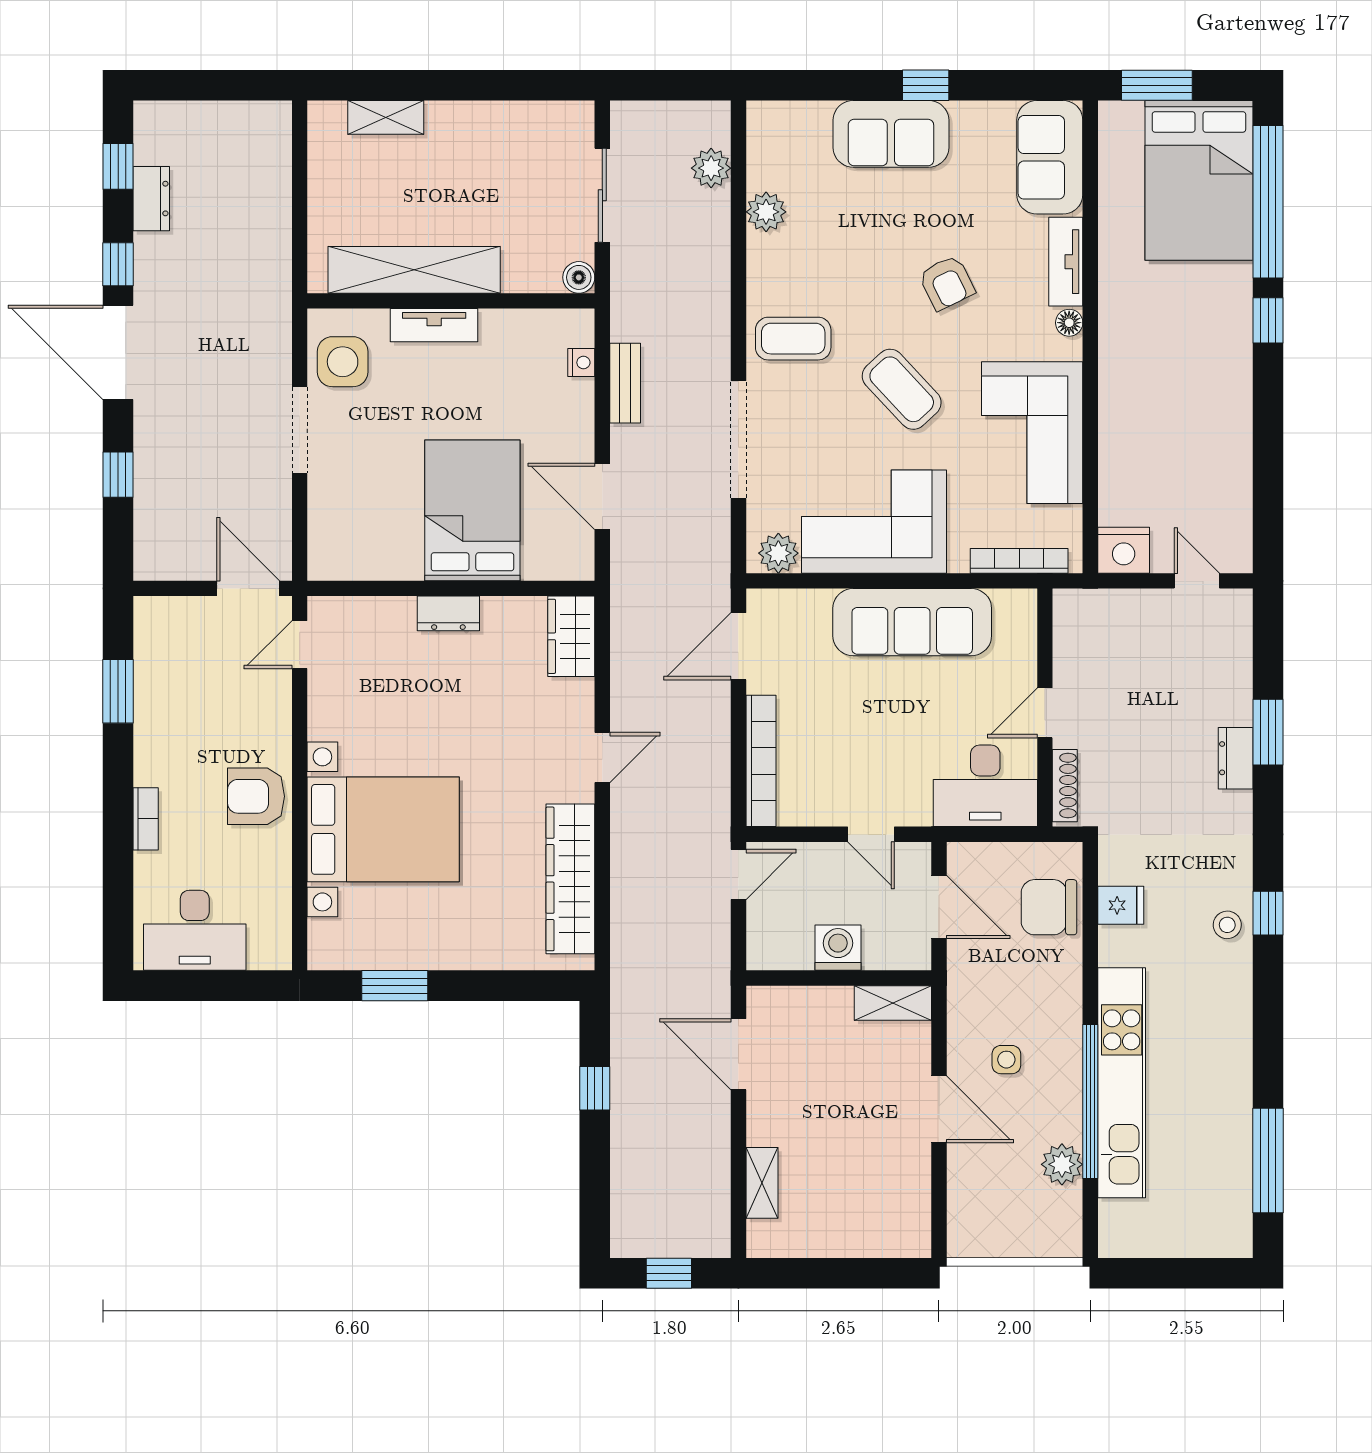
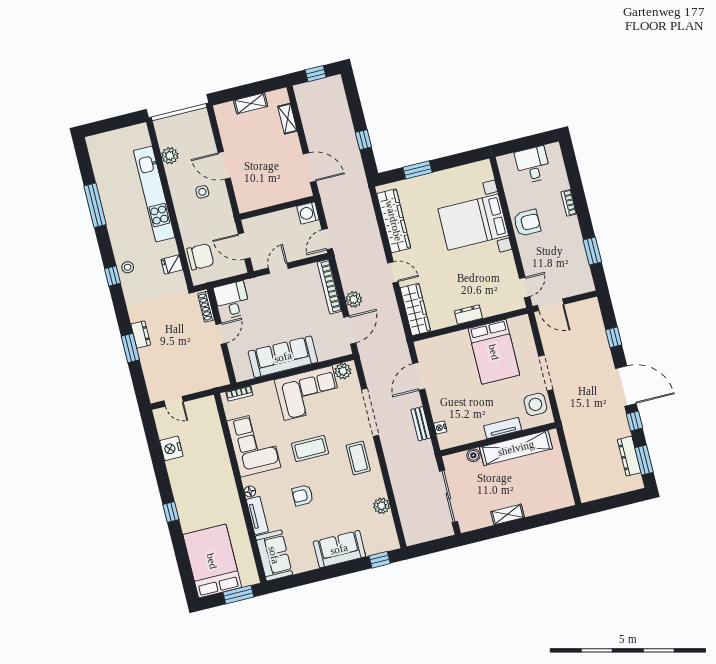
window: (926, 85) -> (380, 560), moved
shelving: (386, 117) -> (508, 514), moved
window: (118, 166) -> (644, 460), width x1.50
plant: (711, 168) -> (354, 299), moved
sliding door: (602, 195) -> (448, 496), width x1.37
dresser: (151, 199) -> (629, 456), width x1.44
window: (1268, 202) -> (183, 559), removed
boiler: (579, 277) -> (473, 455), moved
armchair: (947, 283) -> (303, 495), turned -64
coffee table: (793, 339) -> (358, 458), turned 90
coffee table: (902, 389) -> (310, 448), turned -47
door: (602, 496) -> (419, 376), swing flipped
bed: (472, 510) -> (494, 352), moved
nightstand: (1124, 550) -> (171, 448), moved, turned -90
bookcase: (1019, 561) -> (239, 393), width x0.64
wardrobe: (571, 636) -> (415, 309), width x1.50
door: (602, 758) -> (393, 272), swing flipped
desk: (985, 786) -> (232, 300), width x0.73
door: (871, 834) -> (278, 268), hinge flipped
desk: (195, 930) -> (533, 165), width x0.73
washing machine: (838, 948) -> (308, 213), moved, turned 90
window: (395, 986) -> (418, 170), moved
shelving: (893, 1003) -> (251, 103), moved
window: (1090, 1101) -> (165, 183), removed
window: (1268, 1161) -> (95, 205), moved

